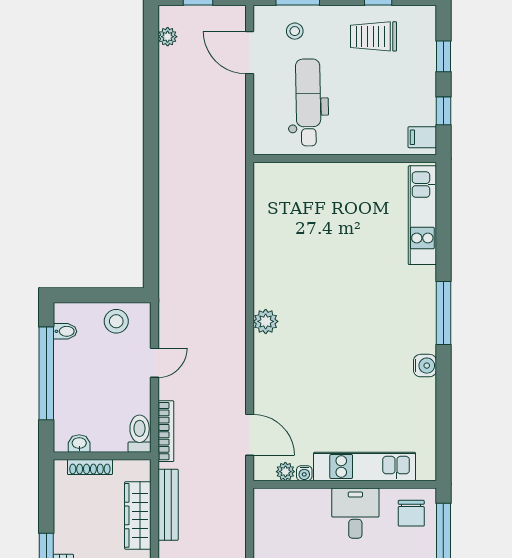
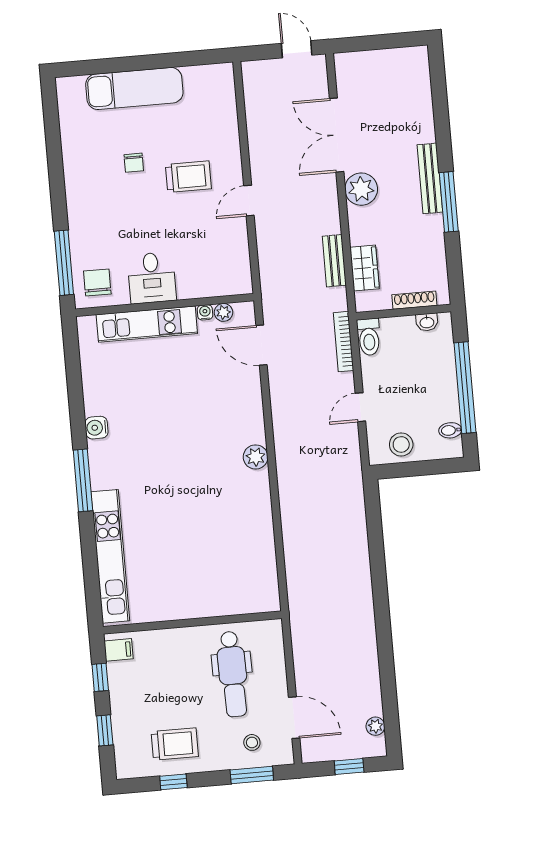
kitchen unit: (422, 215) -> (110, 556), width x1.36
bench: (168, 505) -> (334, 261), width x0.73
wardrobe: (138, 515) -> (365, 268), width x0.67

